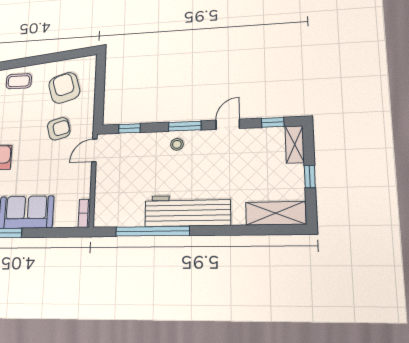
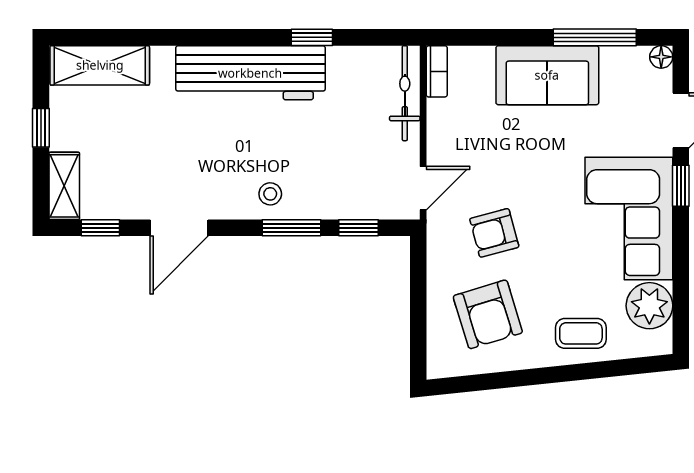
door: (228, 124) -> (179, 228), width x1.38
window: (185, 126) -> (291, 228), moved
bicycle: (102, 201) -> (405, 93), added
window: (152, 231) -> (312, 37), width x0.32

